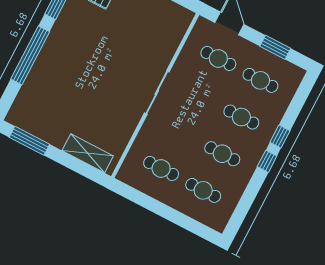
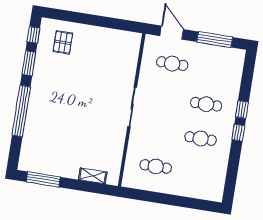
window: (275, 47) -> (215, 40), width x1.44
cafe table: (260, 80) -> (212, 70), removed
shelving: (88, 153) -> (93, 176), width x0.67, depth x0.75
cafe table: (203, 190) -> (195, 173), removed

